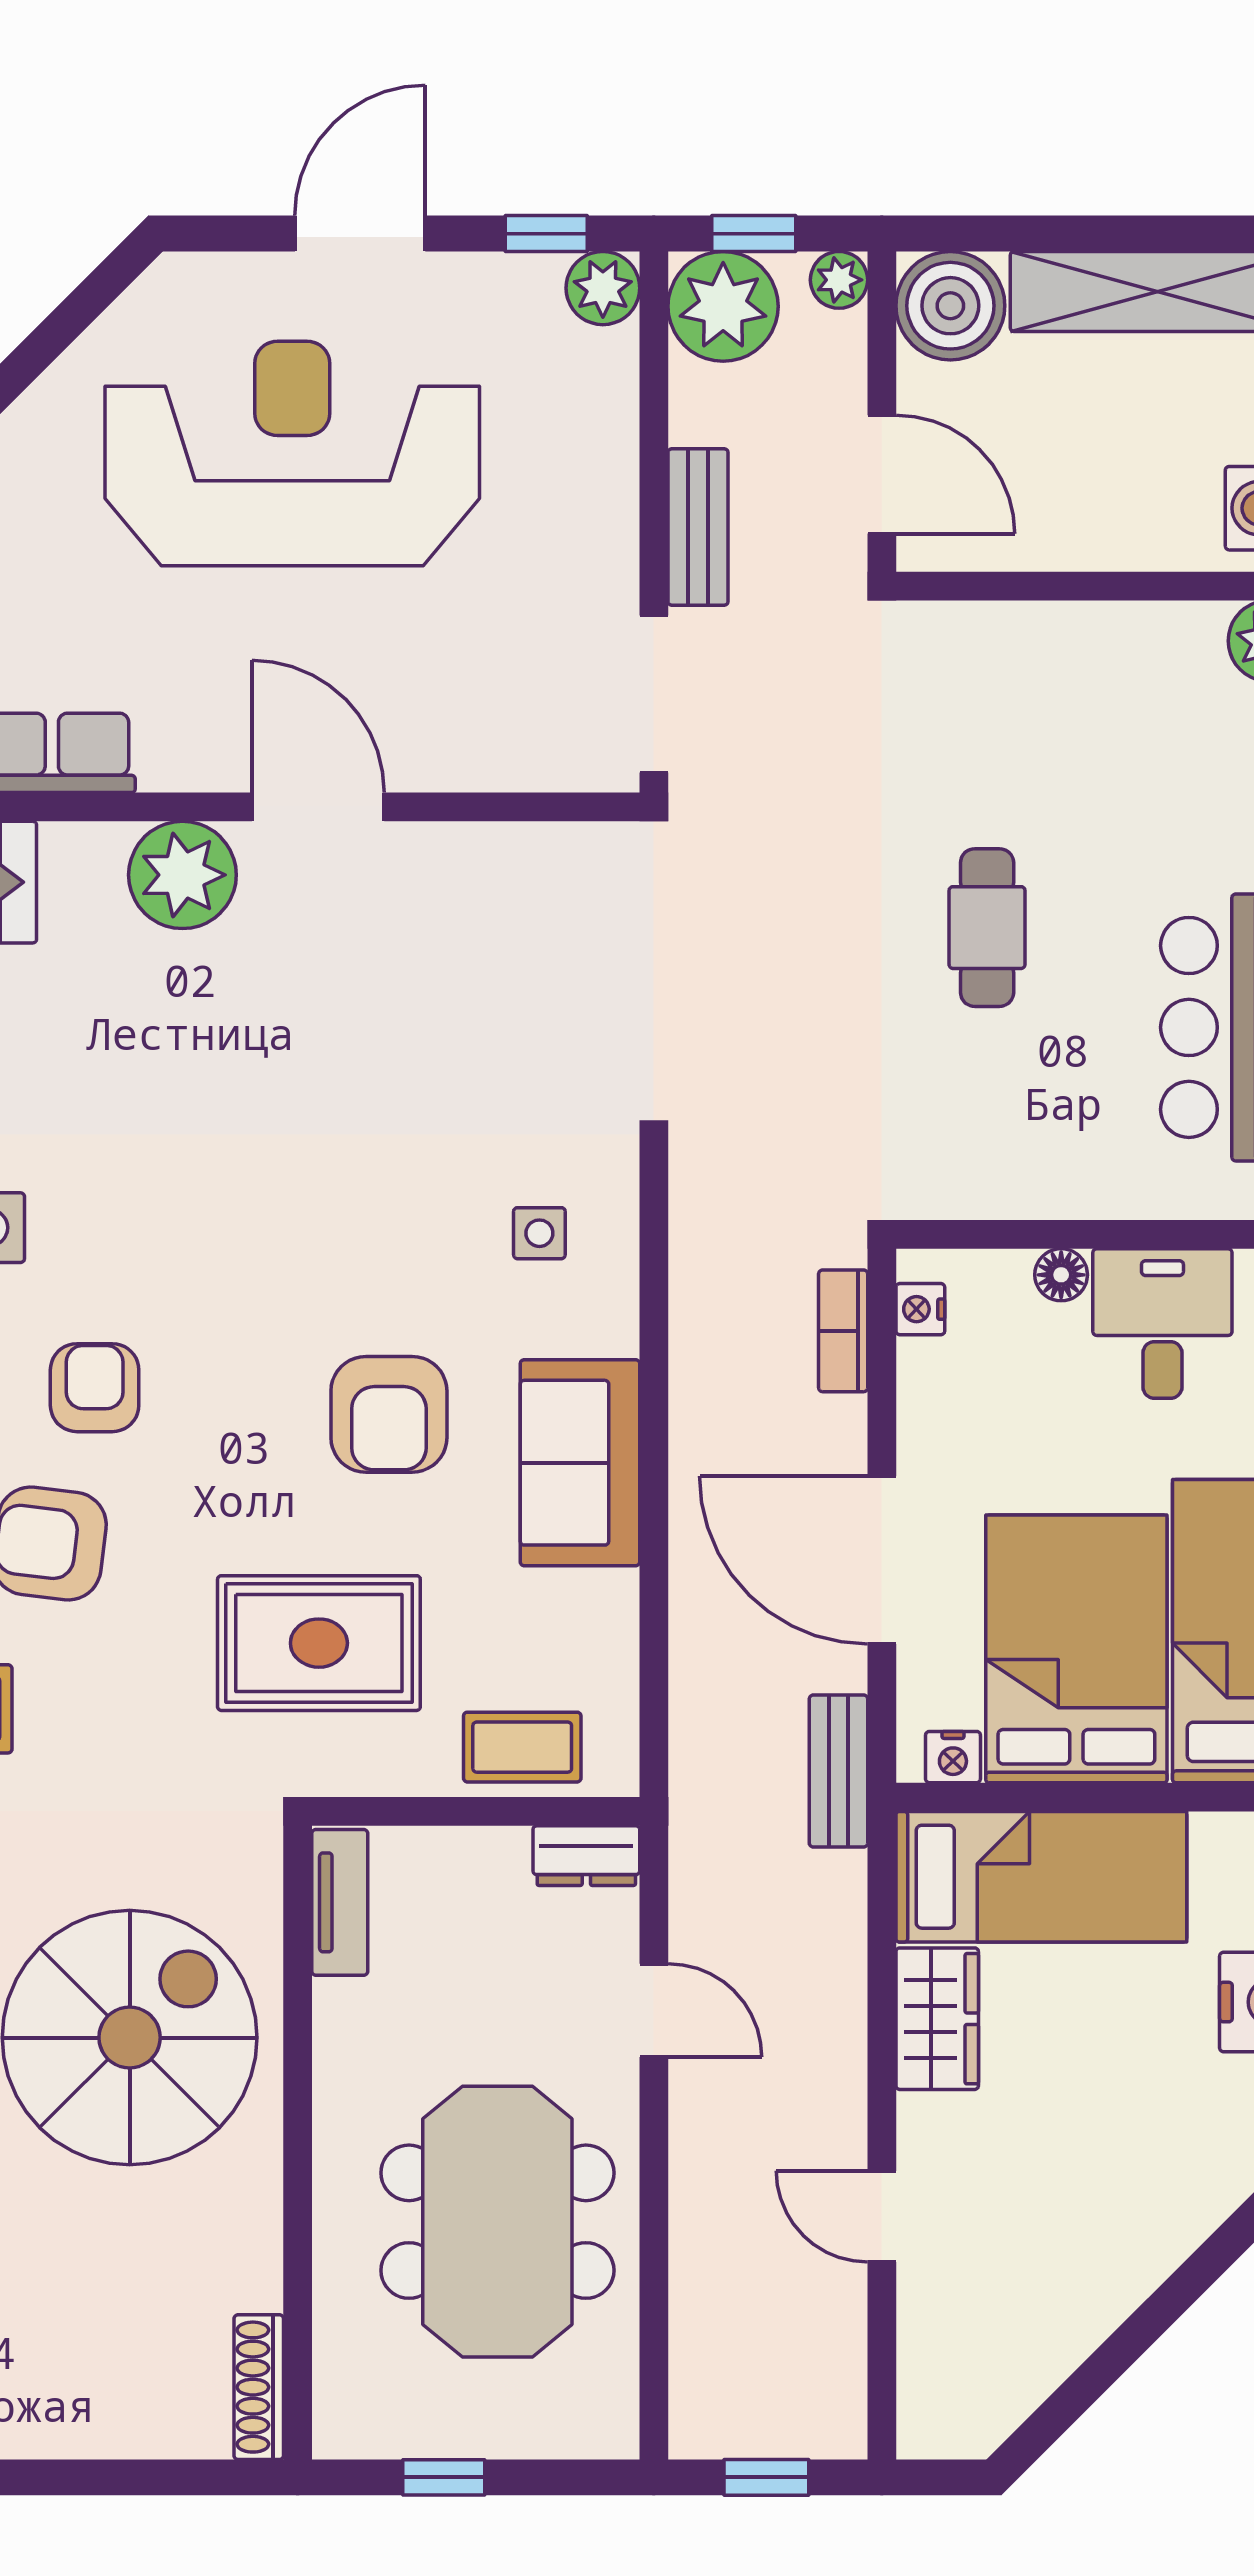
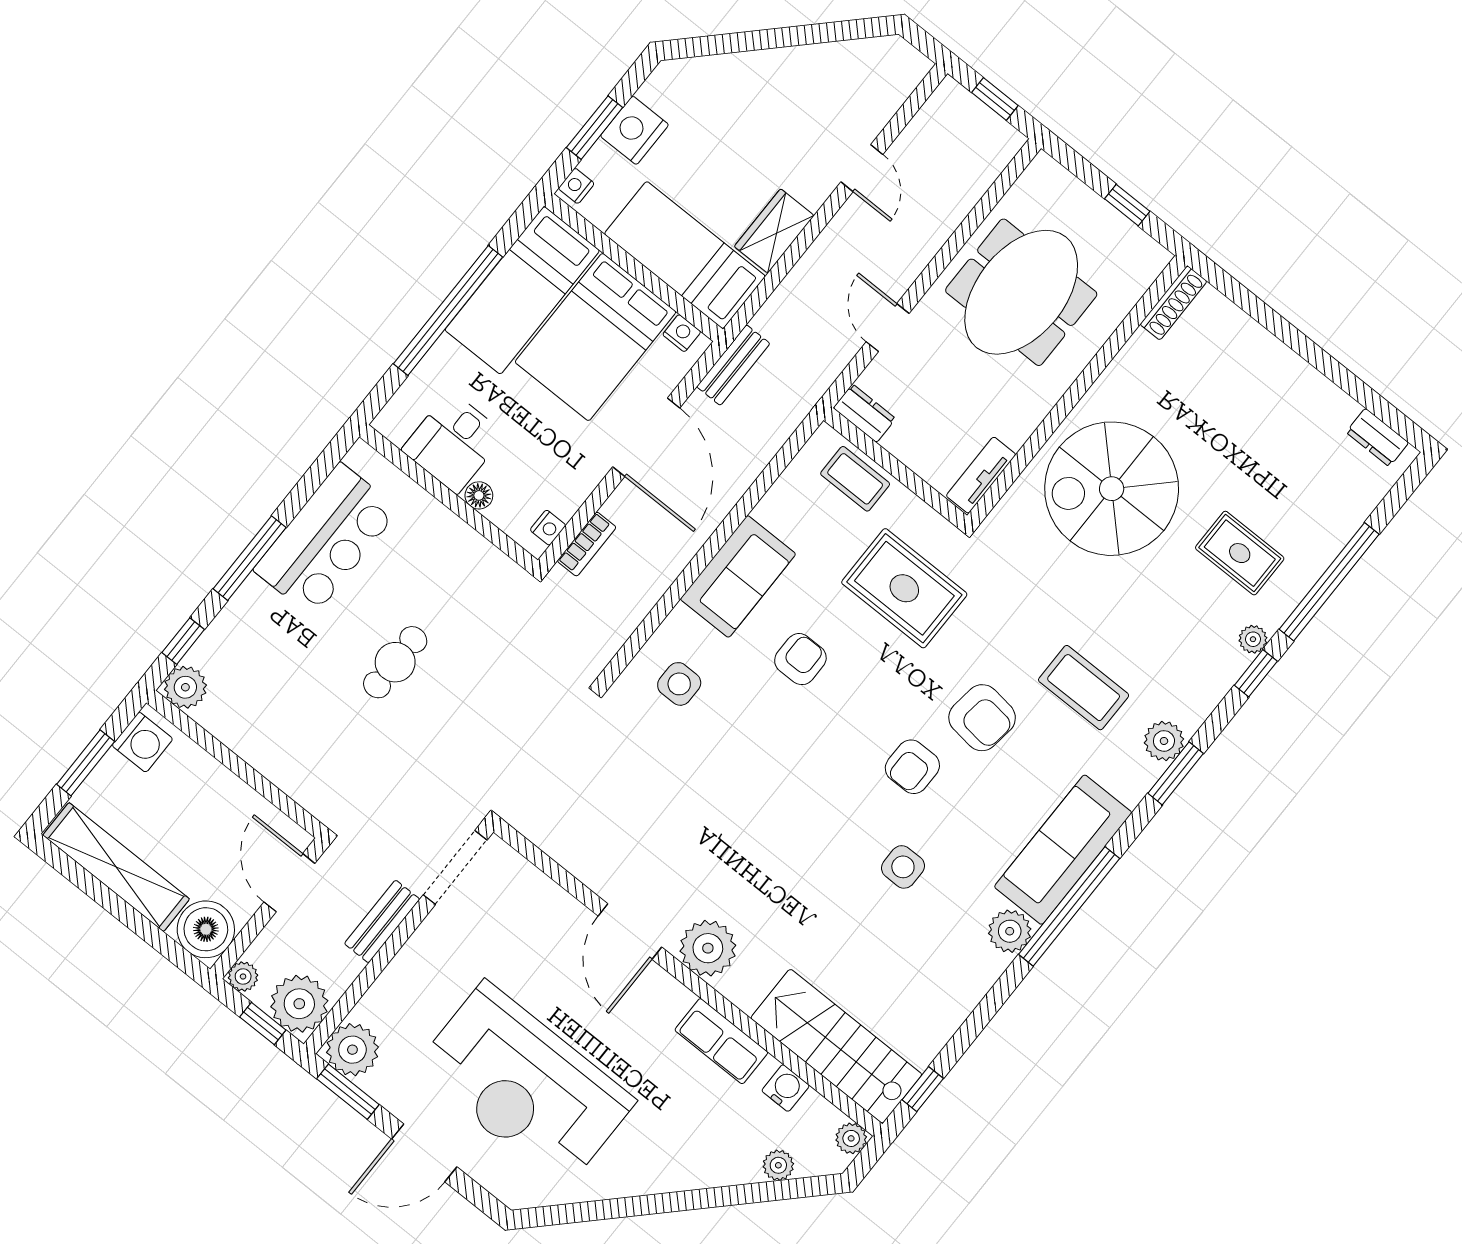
window: (546, 234) -> (348, 1092), width x1.50
plant: (603, 288) -> (352, 1050), width x1.36, depth x1.36
side table: (539, 1233) -> (679, 684), width x1.37, depth x1.37
armchair: (389, 1414) -> (800, 659), width x0.72, depth x0.72

